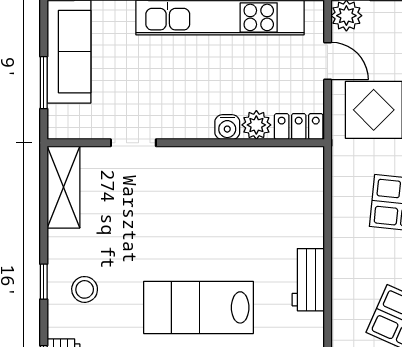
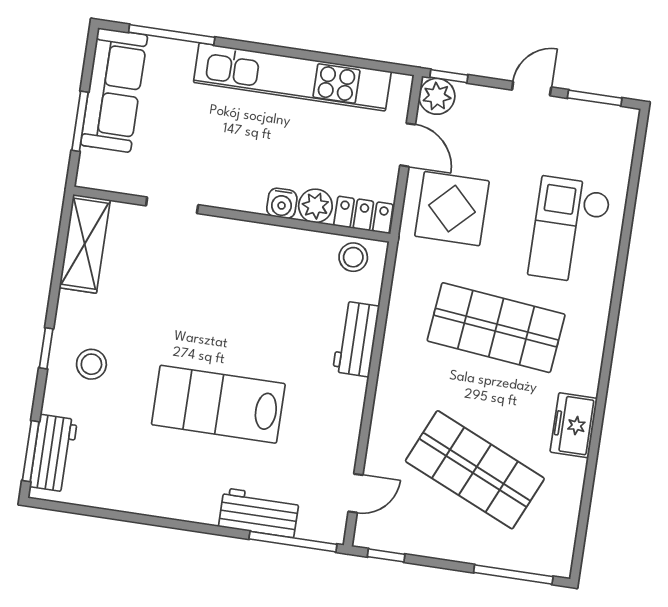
stool: (295, 164) -> (353, 257), added
workbench: (308, 280) -> (356, 339), moved

